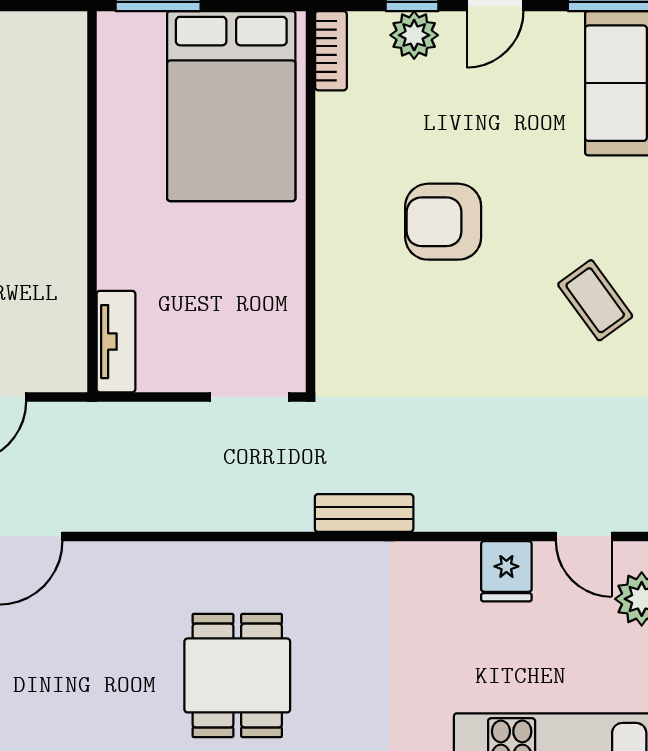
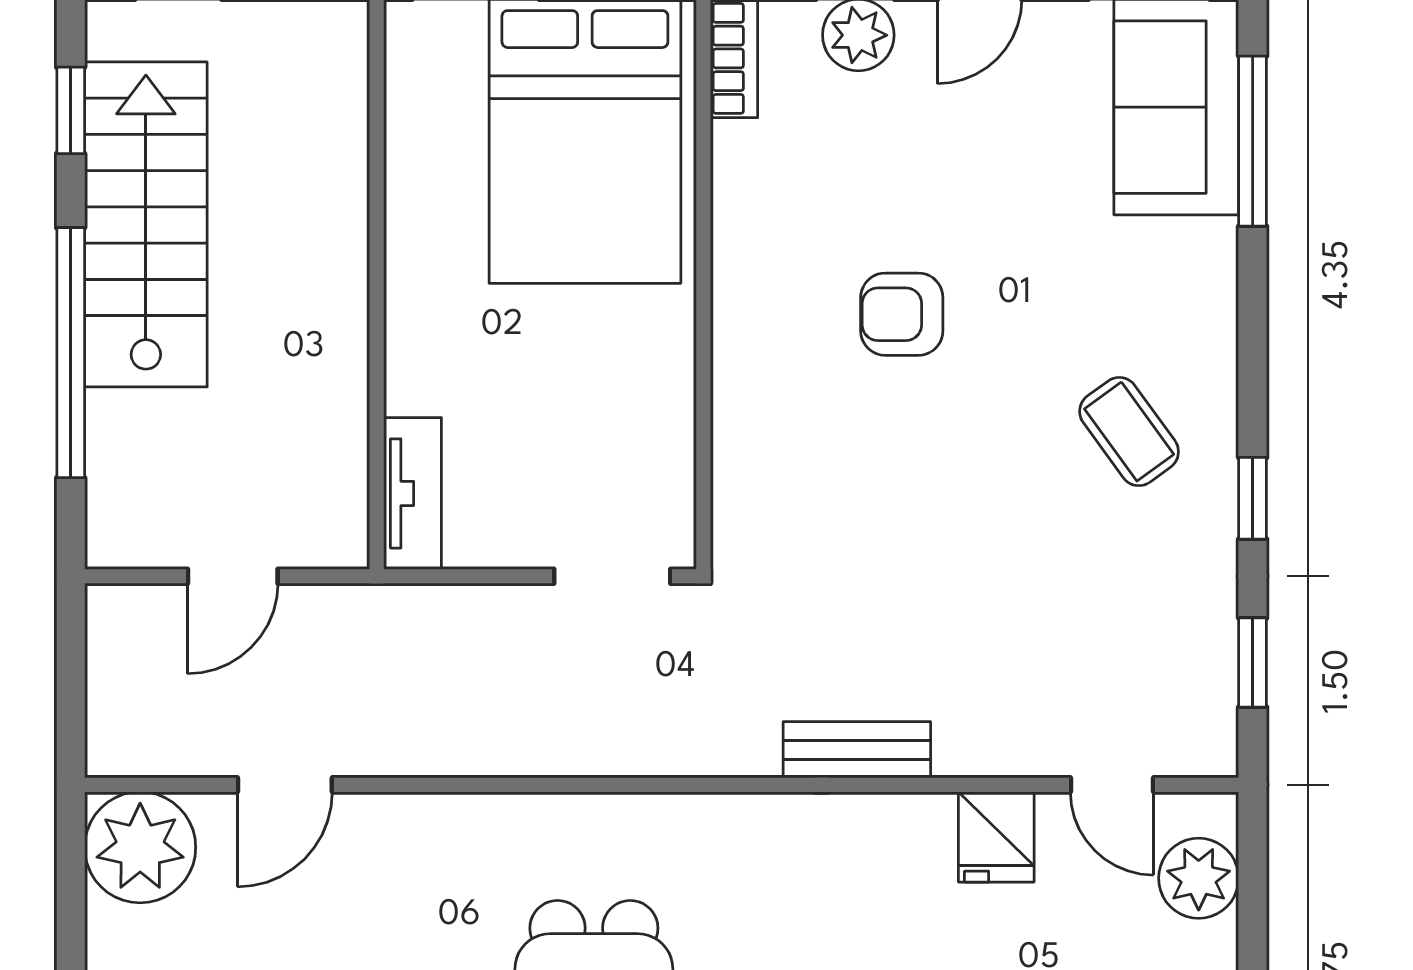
armchair: (443, 222) -> (902, 314), width x0.72, depth x0.72
bench: (364, 513) -> (857, 750), moved

